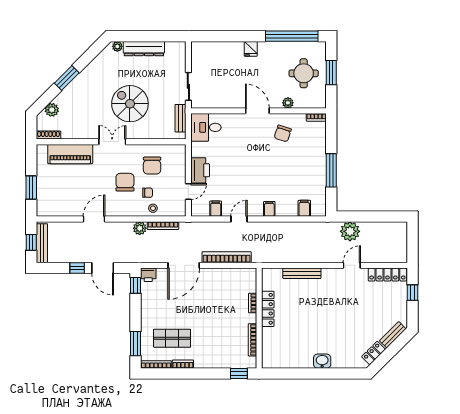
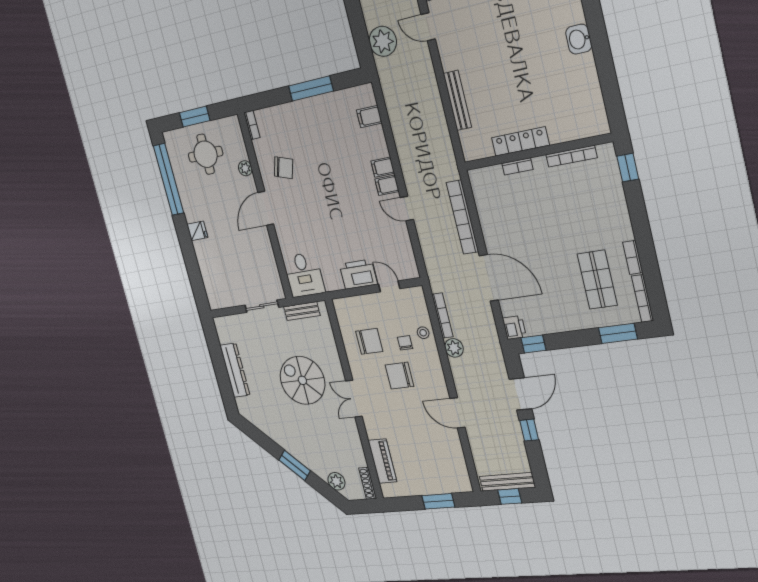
plant: (117, 46) -> (242, 404), removed
spiral stairs: (130, 104) -> (302, 380), turned 90
piano: (70, 154) -> (382, 461), width x0.73, depth x0.75
filing cabinet: (216, 209) -> (387, 185), moved

